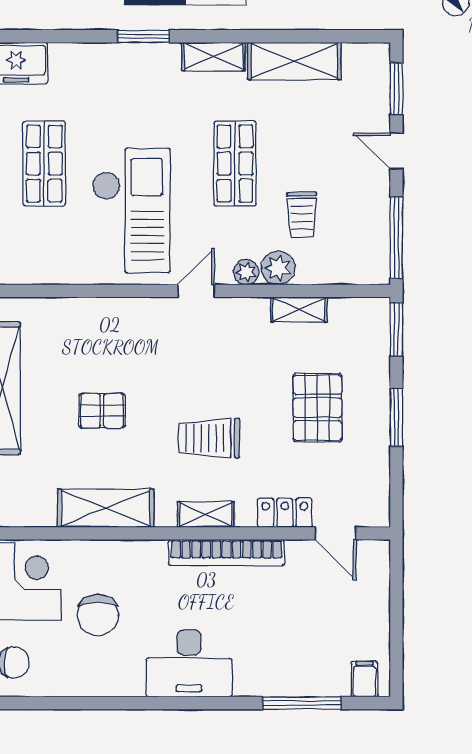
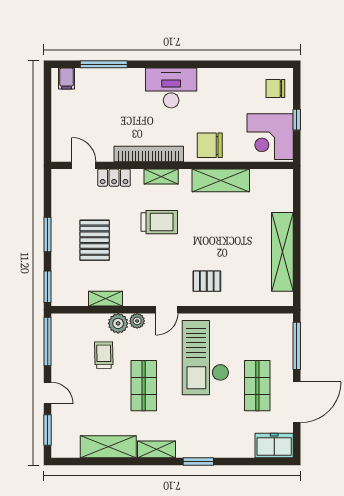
pallet: (102, 411) -> (207, 281), moved
chair: (98, 615) -> (210, 145), moved, turned -90

